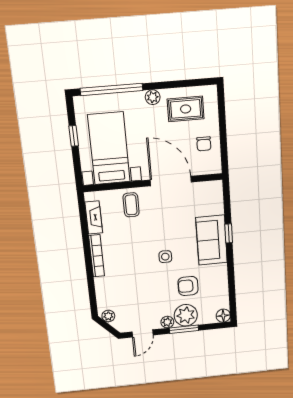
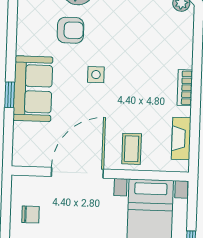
chair: (204, 144) -> (31, 215), turned 90
door: (171, 181) -> (77, 173), swing flipped
bookcase: (97, 256) -> (185, 88), width x0.64

